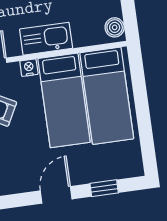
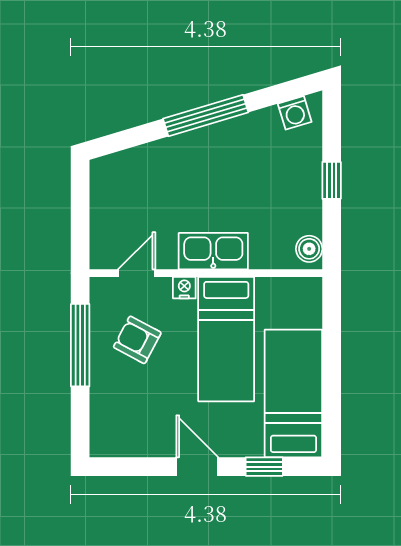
bed: (107, 96) -> (293, 393), moved, turned 180
door: (56, 195) -> (197, 467), hinge flipped

